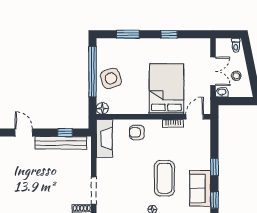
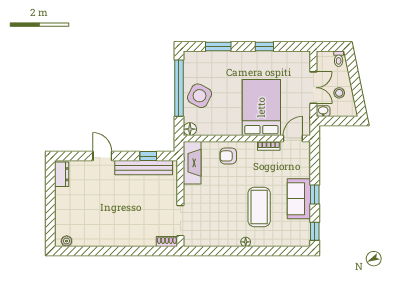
side table: (111, 78) -> (199, 96), turned 45
sofa: (200, 188) -> (299, 199), moved

